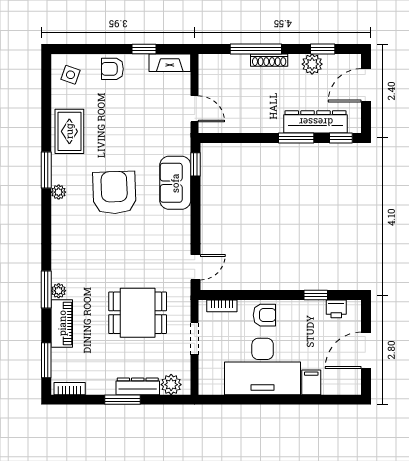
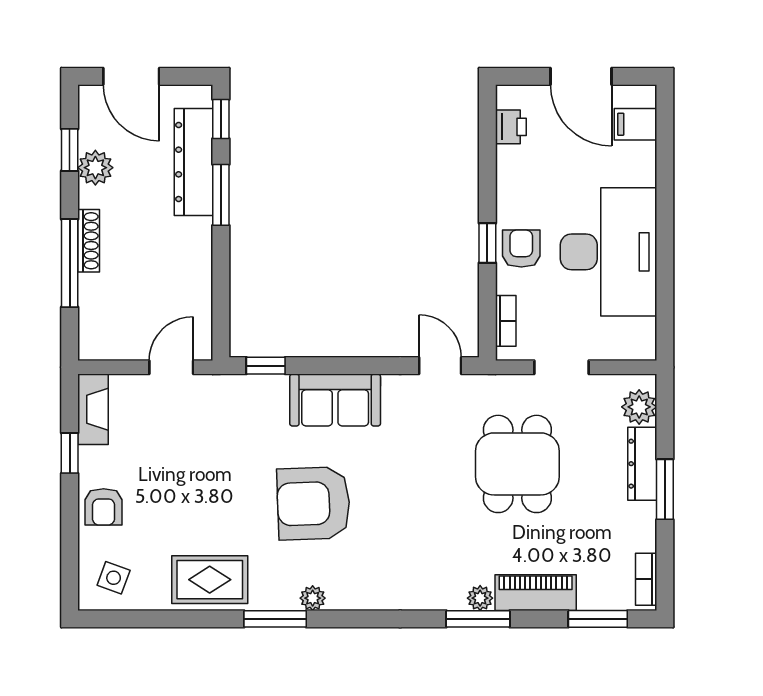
sofa: (175, 183) -> (335, 400), moved
window: (316, 295) -> (487, 243), moved
filing cabinet: (311, 382) -> (636, 124), moved

